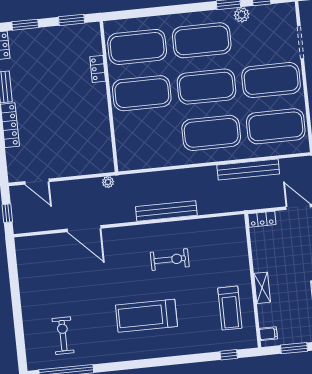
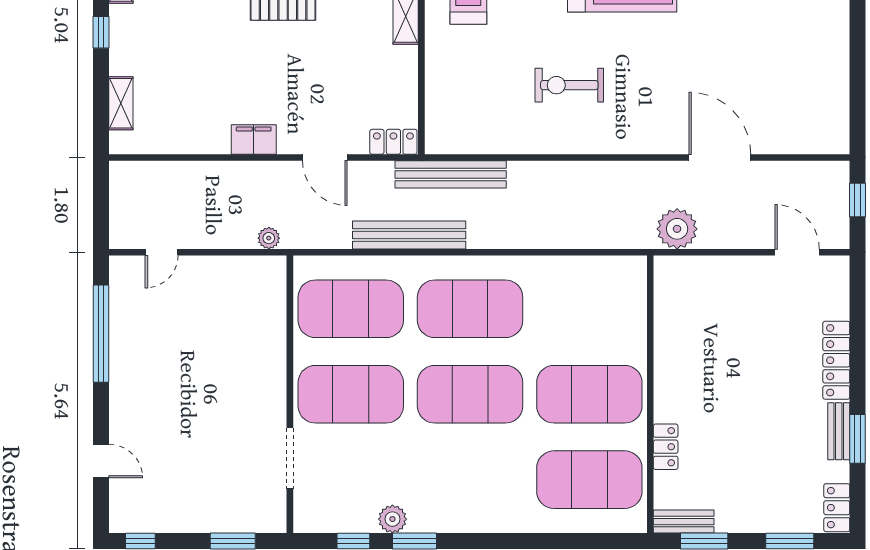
bench: (84, 29) -> (684, 522), added
exercise mat: (202, 40) -> (470, 480), removed
plant: (108, 182) -> (677, 229), width x1.87, depth x1.87
bench: (166, 211) -> (451, 174), moved

